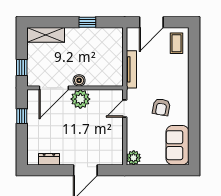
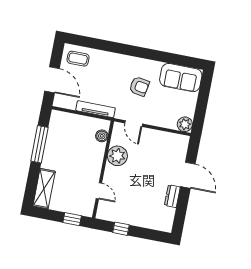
window: (87, 22) -> (39, 144), width x2.17
boiler: (79, 80) -> (102, 136), moved
door: (54, 88) -> (99, 191), width x0.53
plant: (80, 99) -> (117, 156), moved
dresser: (49, 159) -> (172, 196), moved

